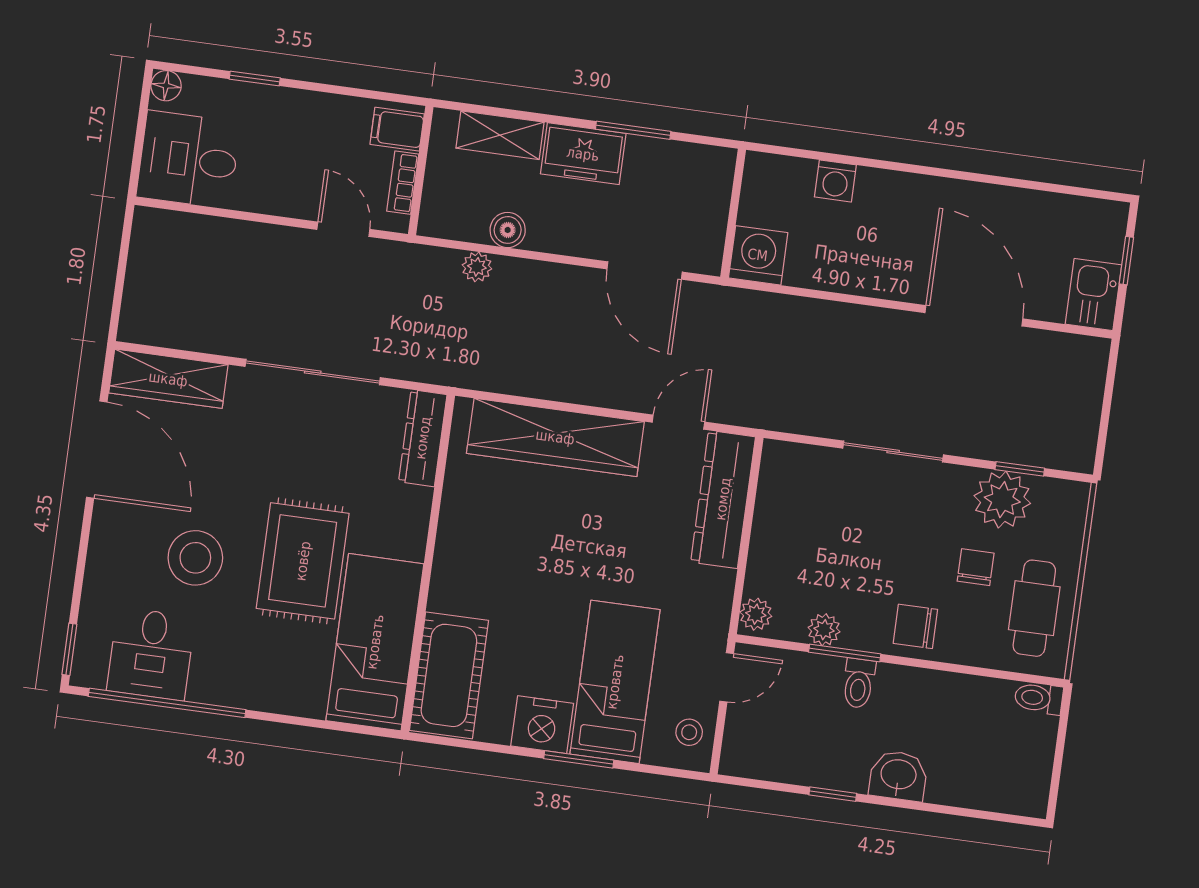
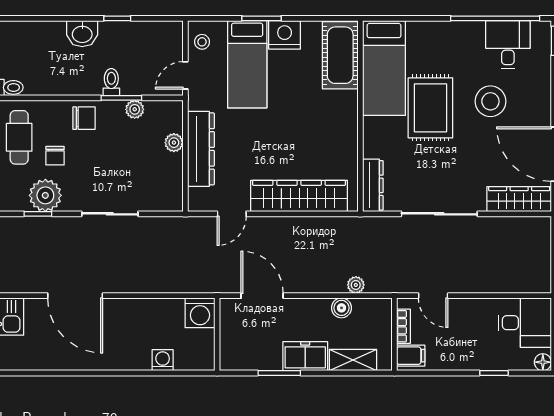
dresser: (723, 499) -> (201, 149), moved
plant: (756, 614) -> (174, 143), moved

